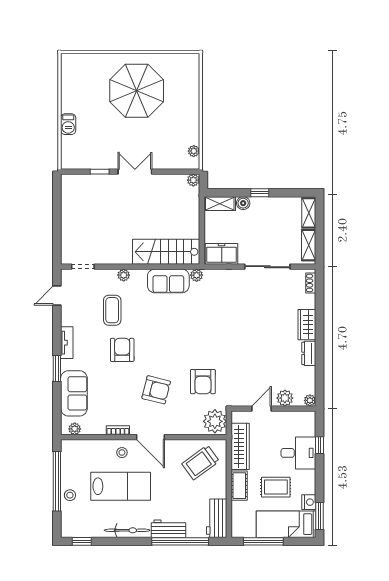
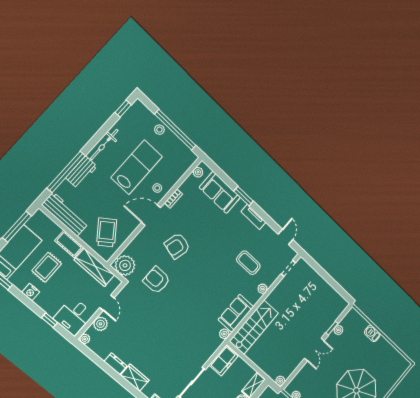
plant: (96, 163) -> (338, 330), added
armchair: (122, 350) -> (220, 247), removed
desk: (298, 453) -> (73, 316), moved
lab bench: (121, 486) -> (137, 167), turned 180
nightstand: (309, 502) -> (31, 292), moved
workbench: (217, 518) -> (65, 214), width x1.37

